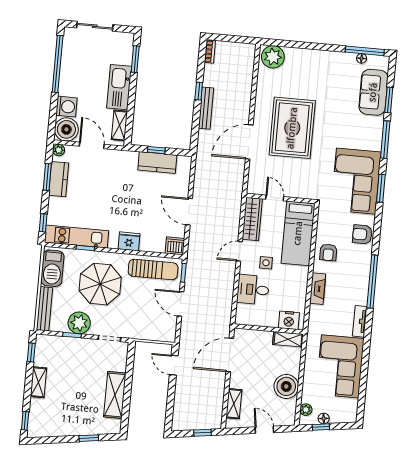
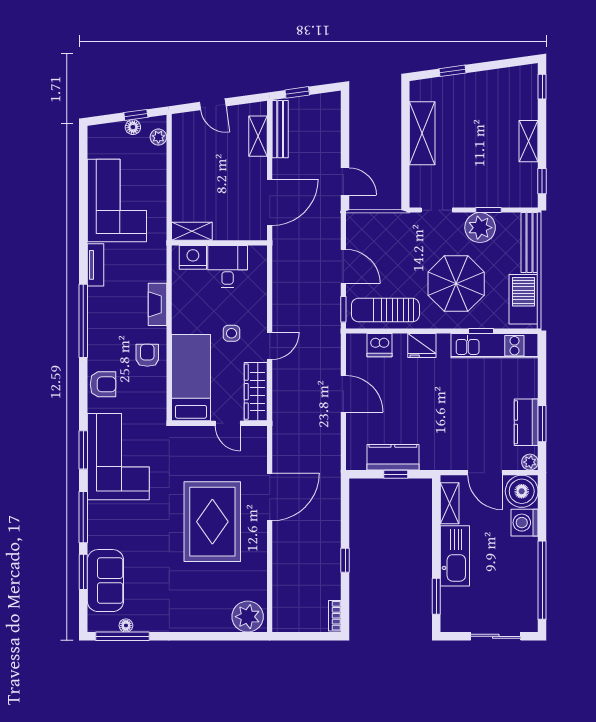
bench: (206, 108) -> (280, 129), moved
window: (43, 223) -> (542, 360), removed
dishwasher: (175, 246) -> (379, 345), moved
desk: (253, 290) -> (228, 267), moved, turned -90
boiler: (286, 386) -> (188, 166), removed

